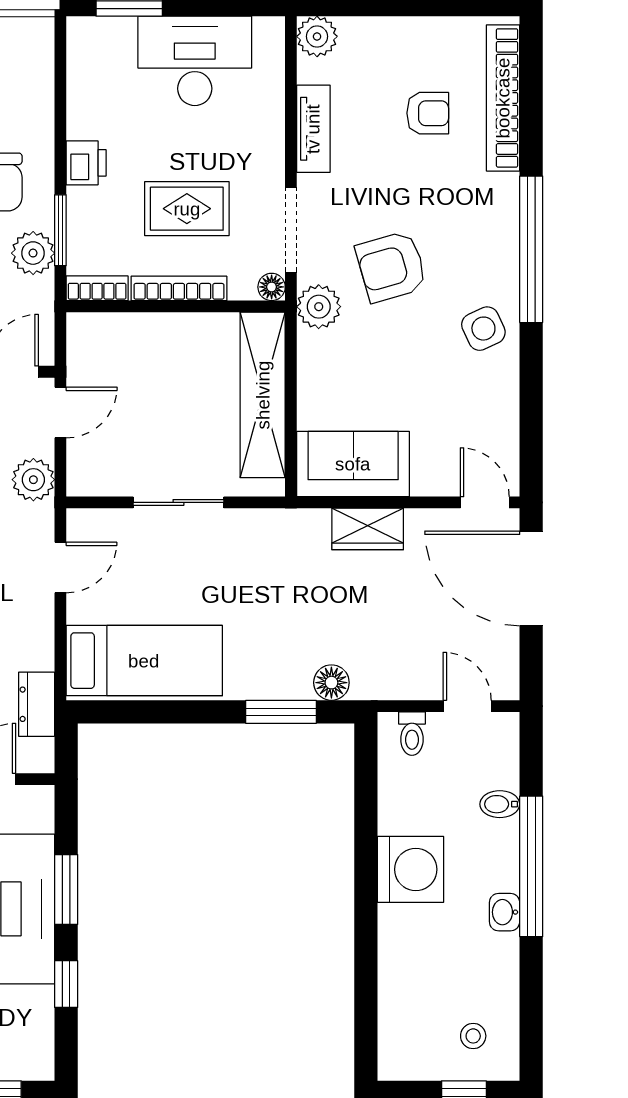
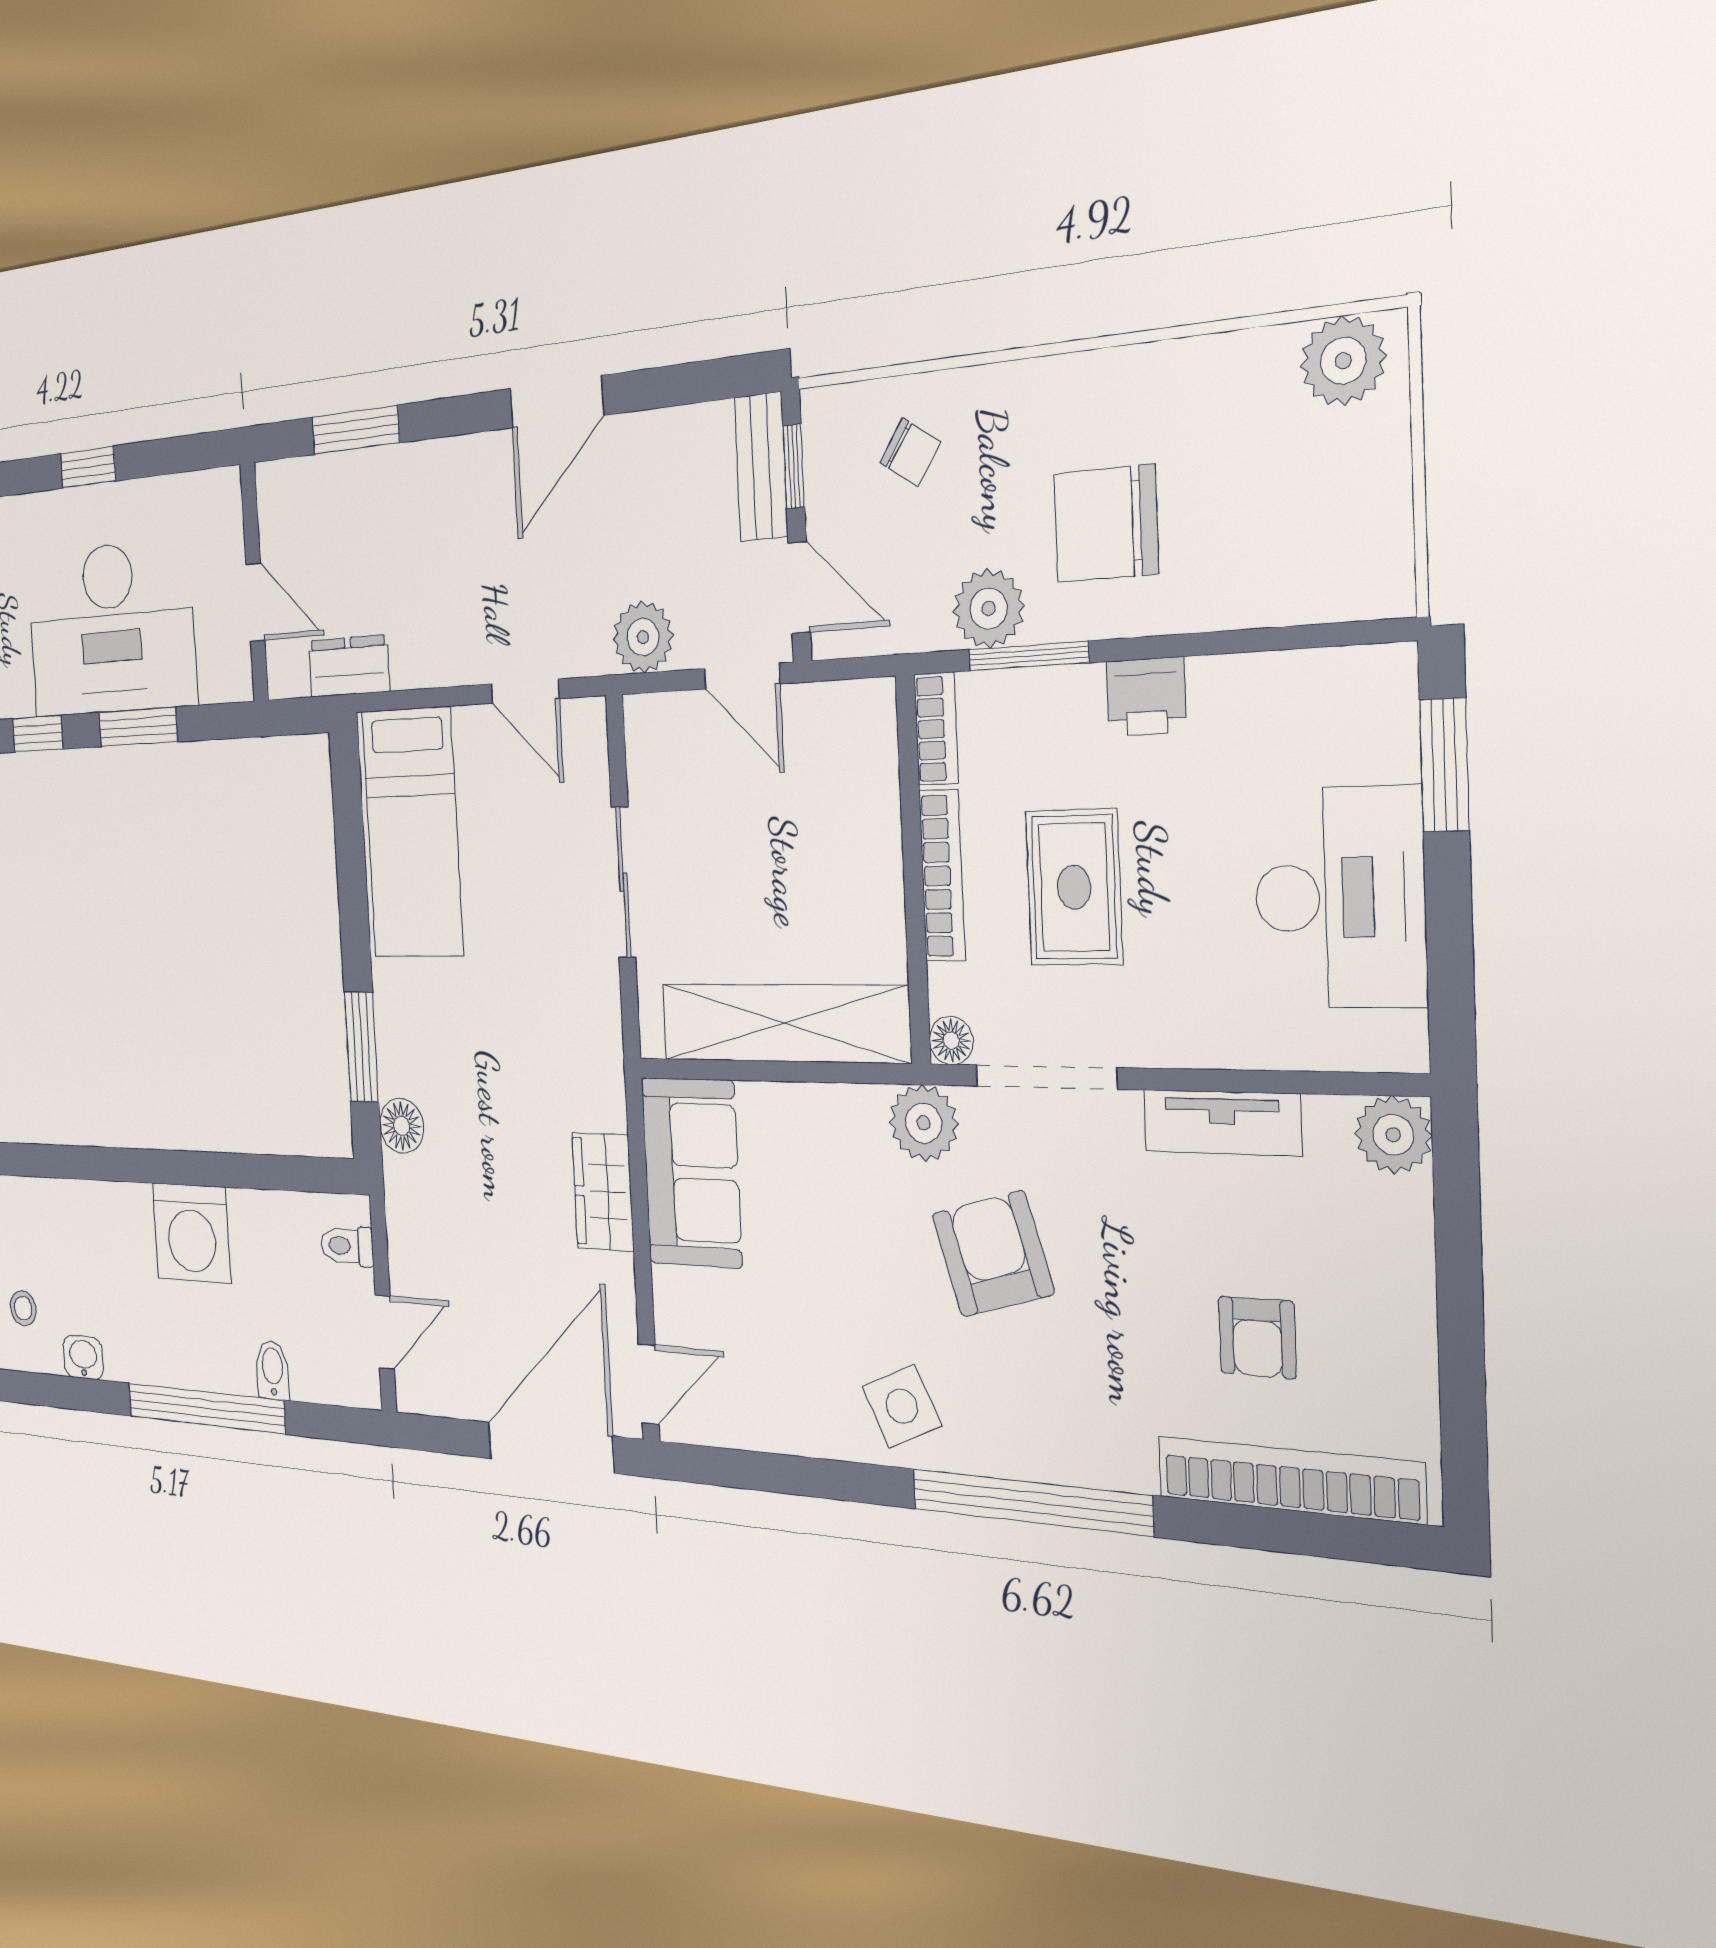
washbasin: (505, 912) -> (83, 1357), moved

